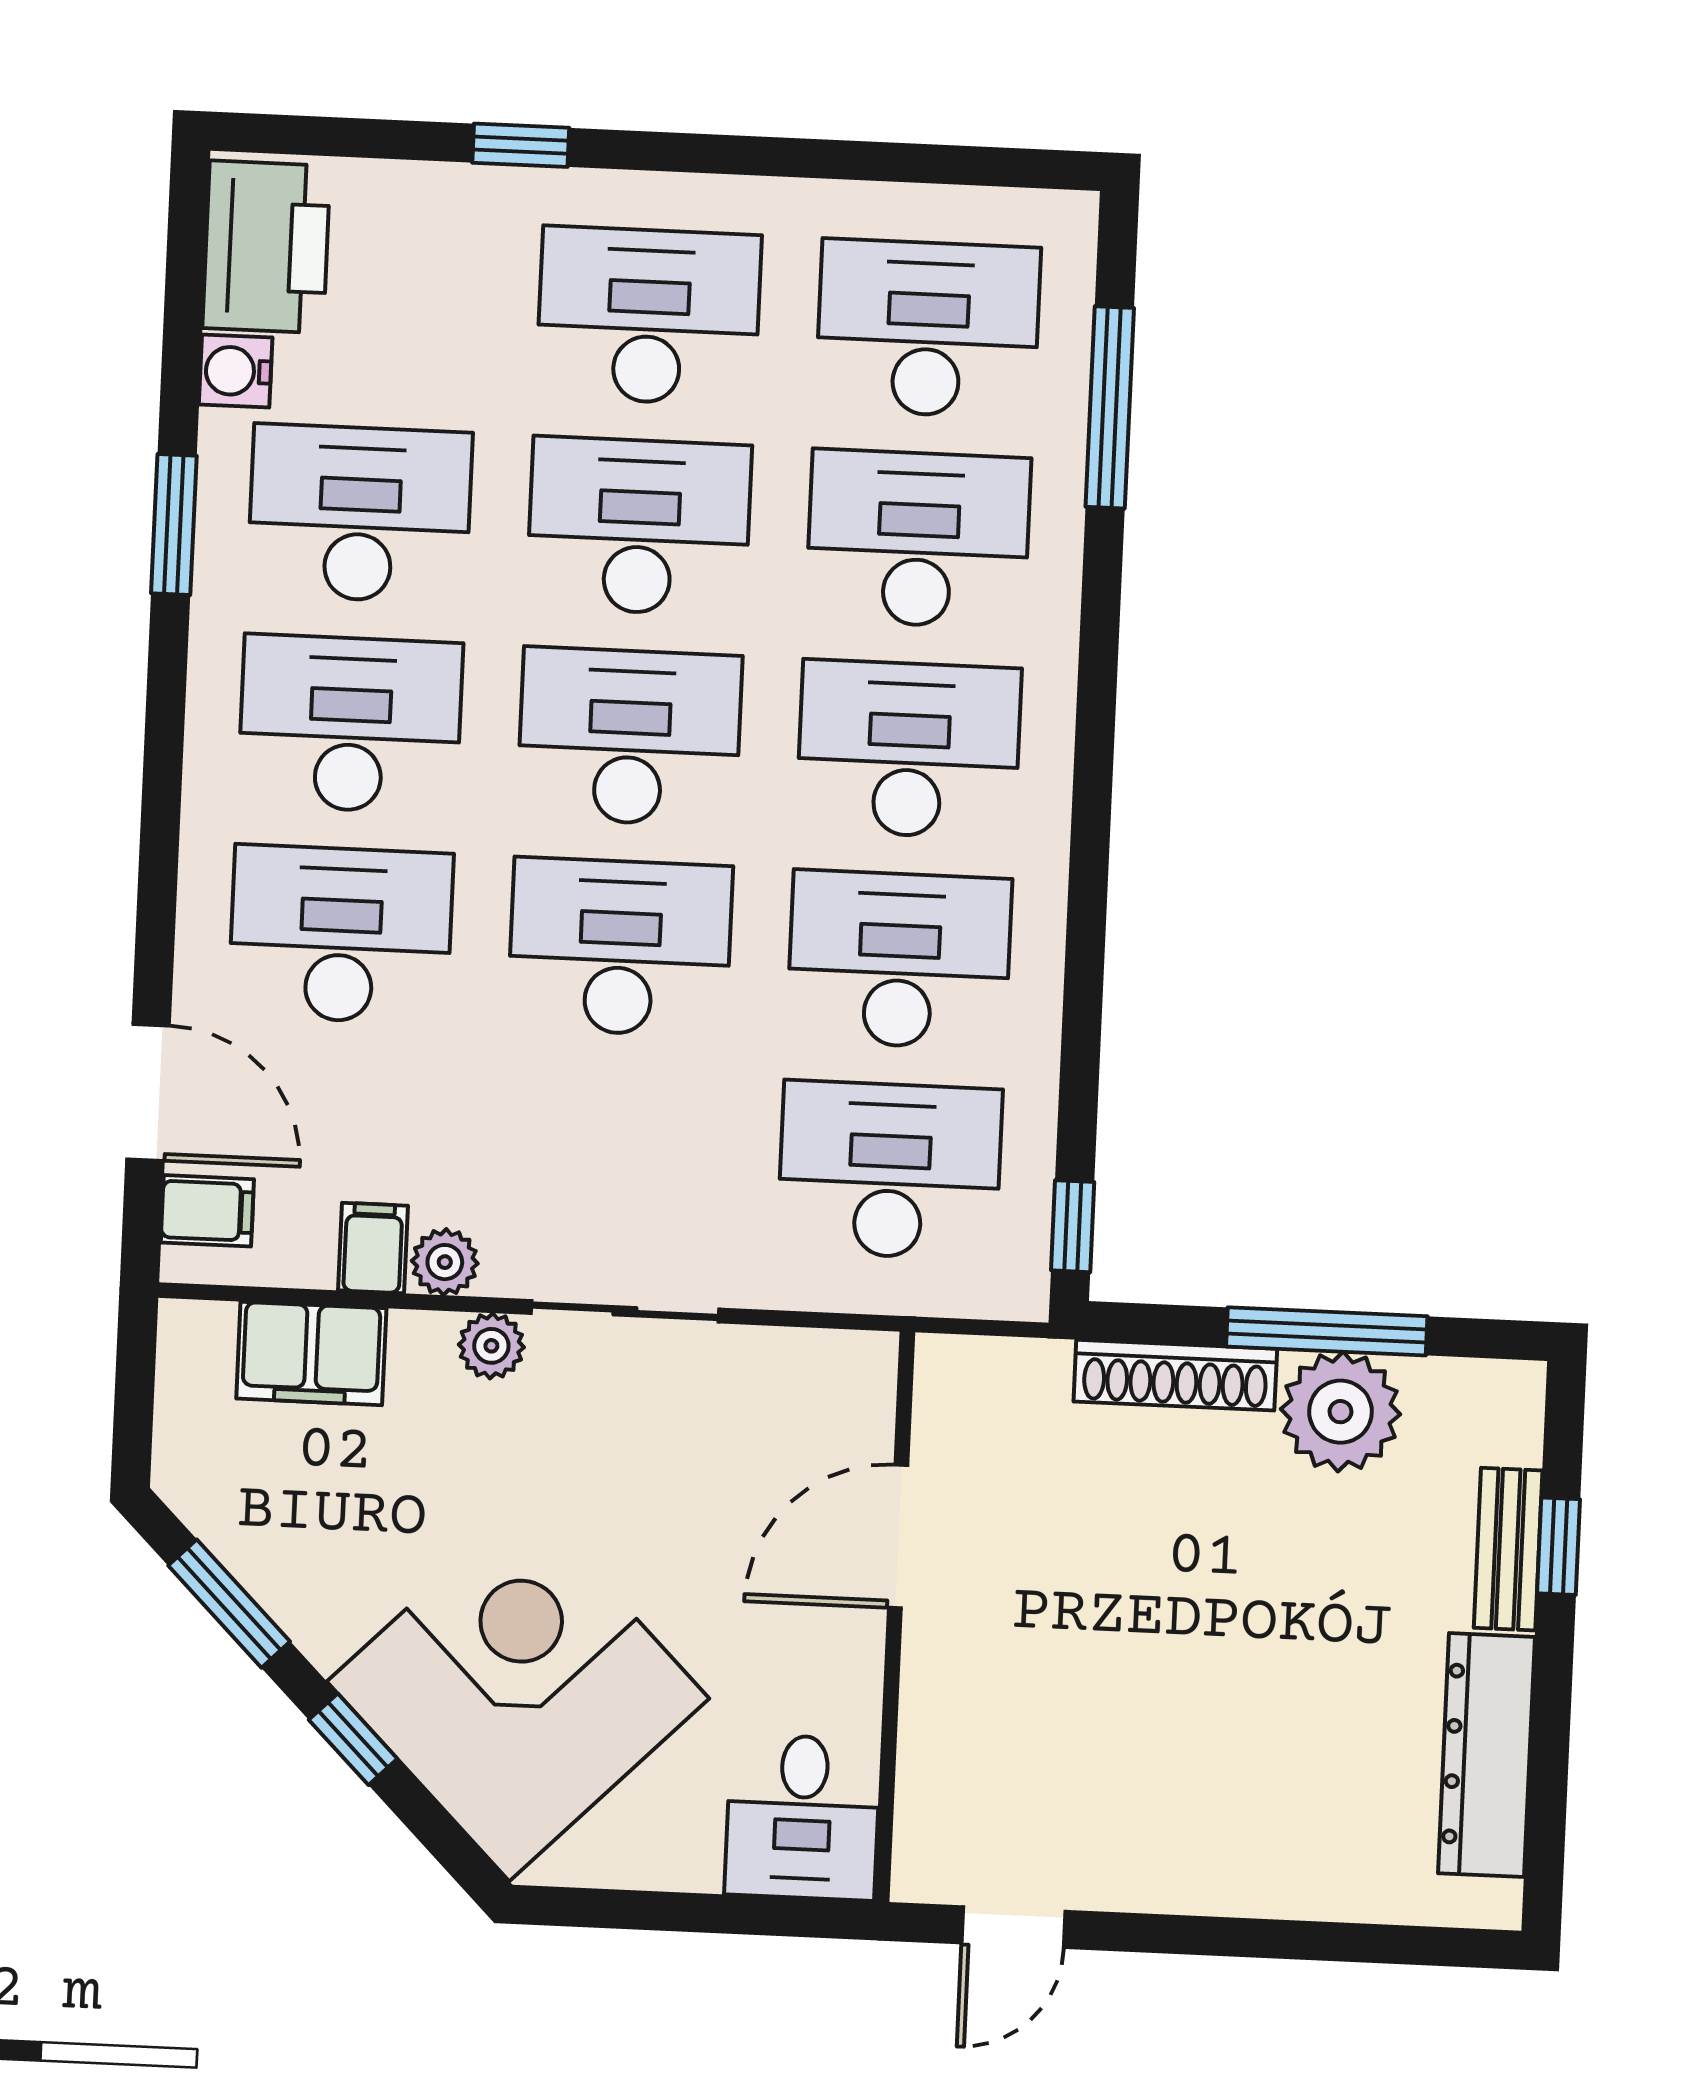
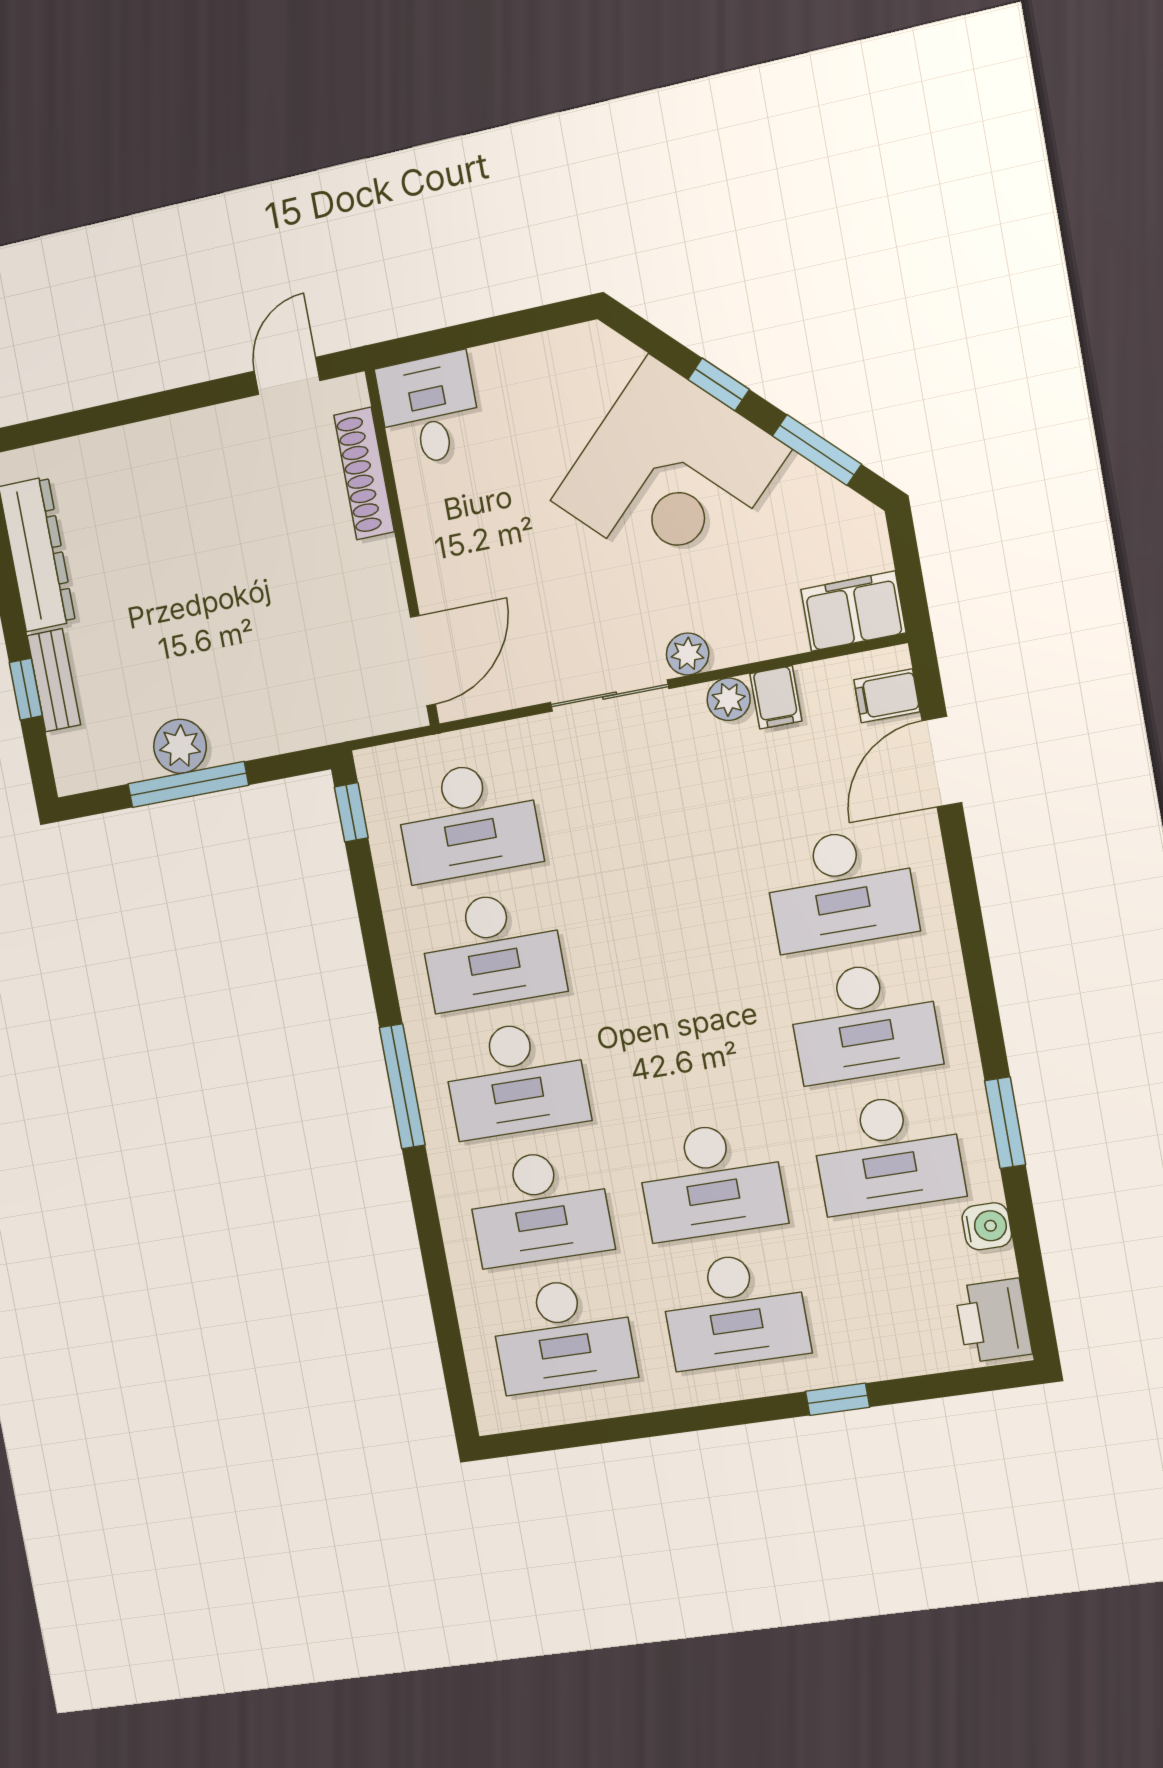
printer: (266, 247) -> (993, 1321), width x0.73, depth x0.84
window: (1110, 407) -> (402, 1086), moved
desk: (630, 737) -> (688, 1051), removed
desk: (620, 947) -> (664, 920), removed
door: (148, 1092) -> (942, 762), hinge flipped
filing cabinet: (311, 1353) -> (853, 611), moved
shoe rack: (1175, 1375) -> (364, 473), moved, turned -90
plant: (1341, 1412) -> (180, 746), width x0.73, depth x0.73
door: (898, 1536) -> (423, 661), moved
corner desk: (518, 1690) -> (670, 475), moved

